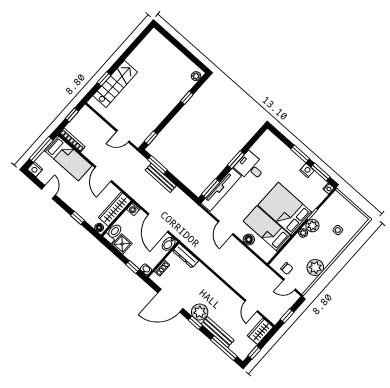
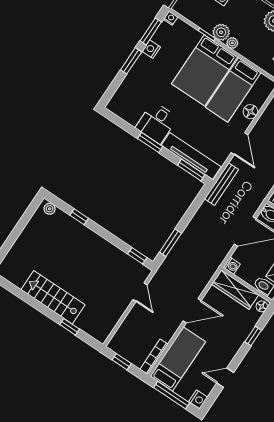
stairs: (115, 84) -> (53, 297), moved
bench: (161, 178) -> (221, 184), moved
door: (226, 228) -> (240, 144), hinge flipped

